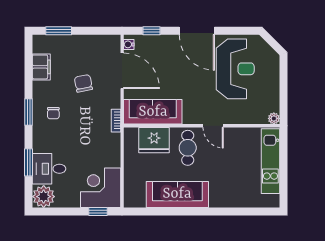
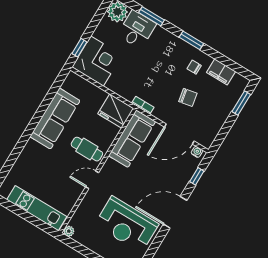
chair: (53, 113) -> (194, 67), moved
fridge: (154, 140) -> (116, 111), moved, turned -90

